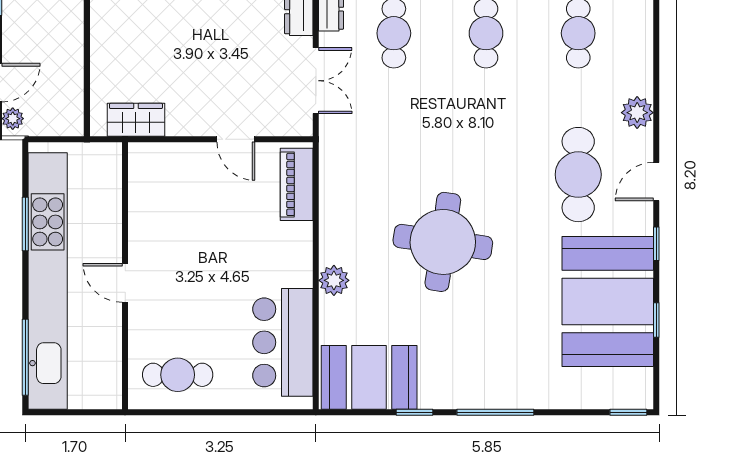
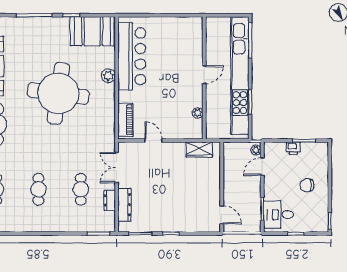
plant: (140, 199) -> (198, 113), added
round table: (443, 242) -> (58, 93), width x1.36, depth x1.36
door: (125, 283) -> (204, 75), hinge flipped
bar counter: (283, 342) -> (132, 56), width x1.36
cafe table: (178, 375) -> (180, 32), removed

